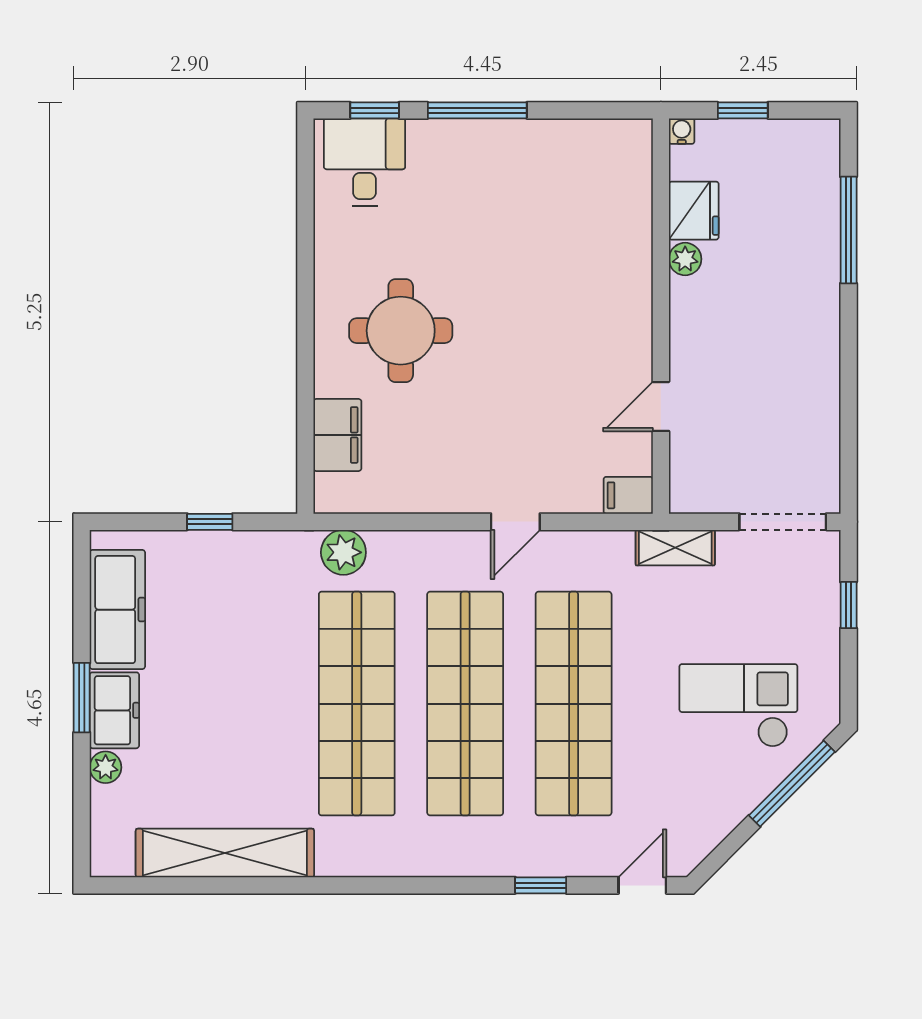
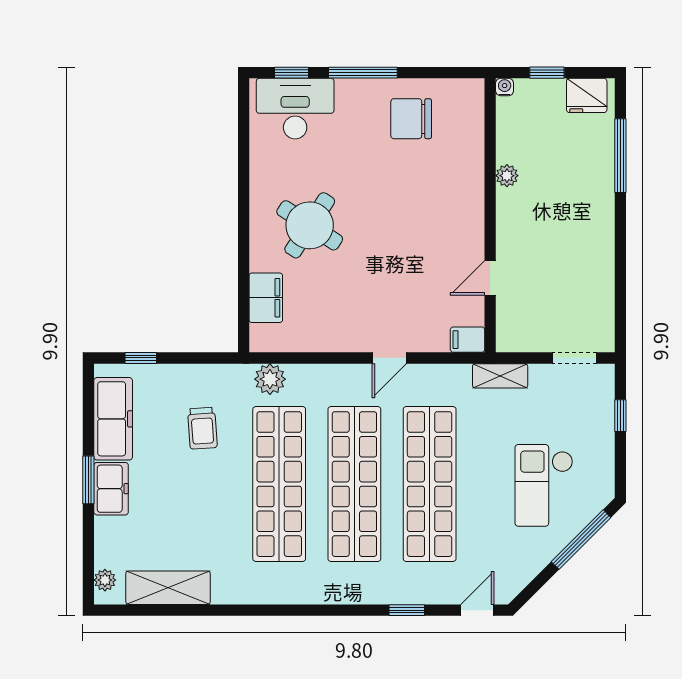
desk: (365, 162) -> (295, 109), width x1.37
chair: (547, 177) -> (411, 119), added
fridge: (694, 211) -> (587, 95), moved, turned 90
round table: (401, 331) -> (310, 225), turned 33
window: (210, 522) -> (141, 358), moved
doorway: (783, 522) -> (575, 358), width x0.73
trolley: (246, 623) -> (202, 428), added
checkout: (738, 705) -> (544, 485), turned -90
plant: (106, 767) -> (105, 580), moved
shelving: (225, 853) -> (168, 588), width x0.68

